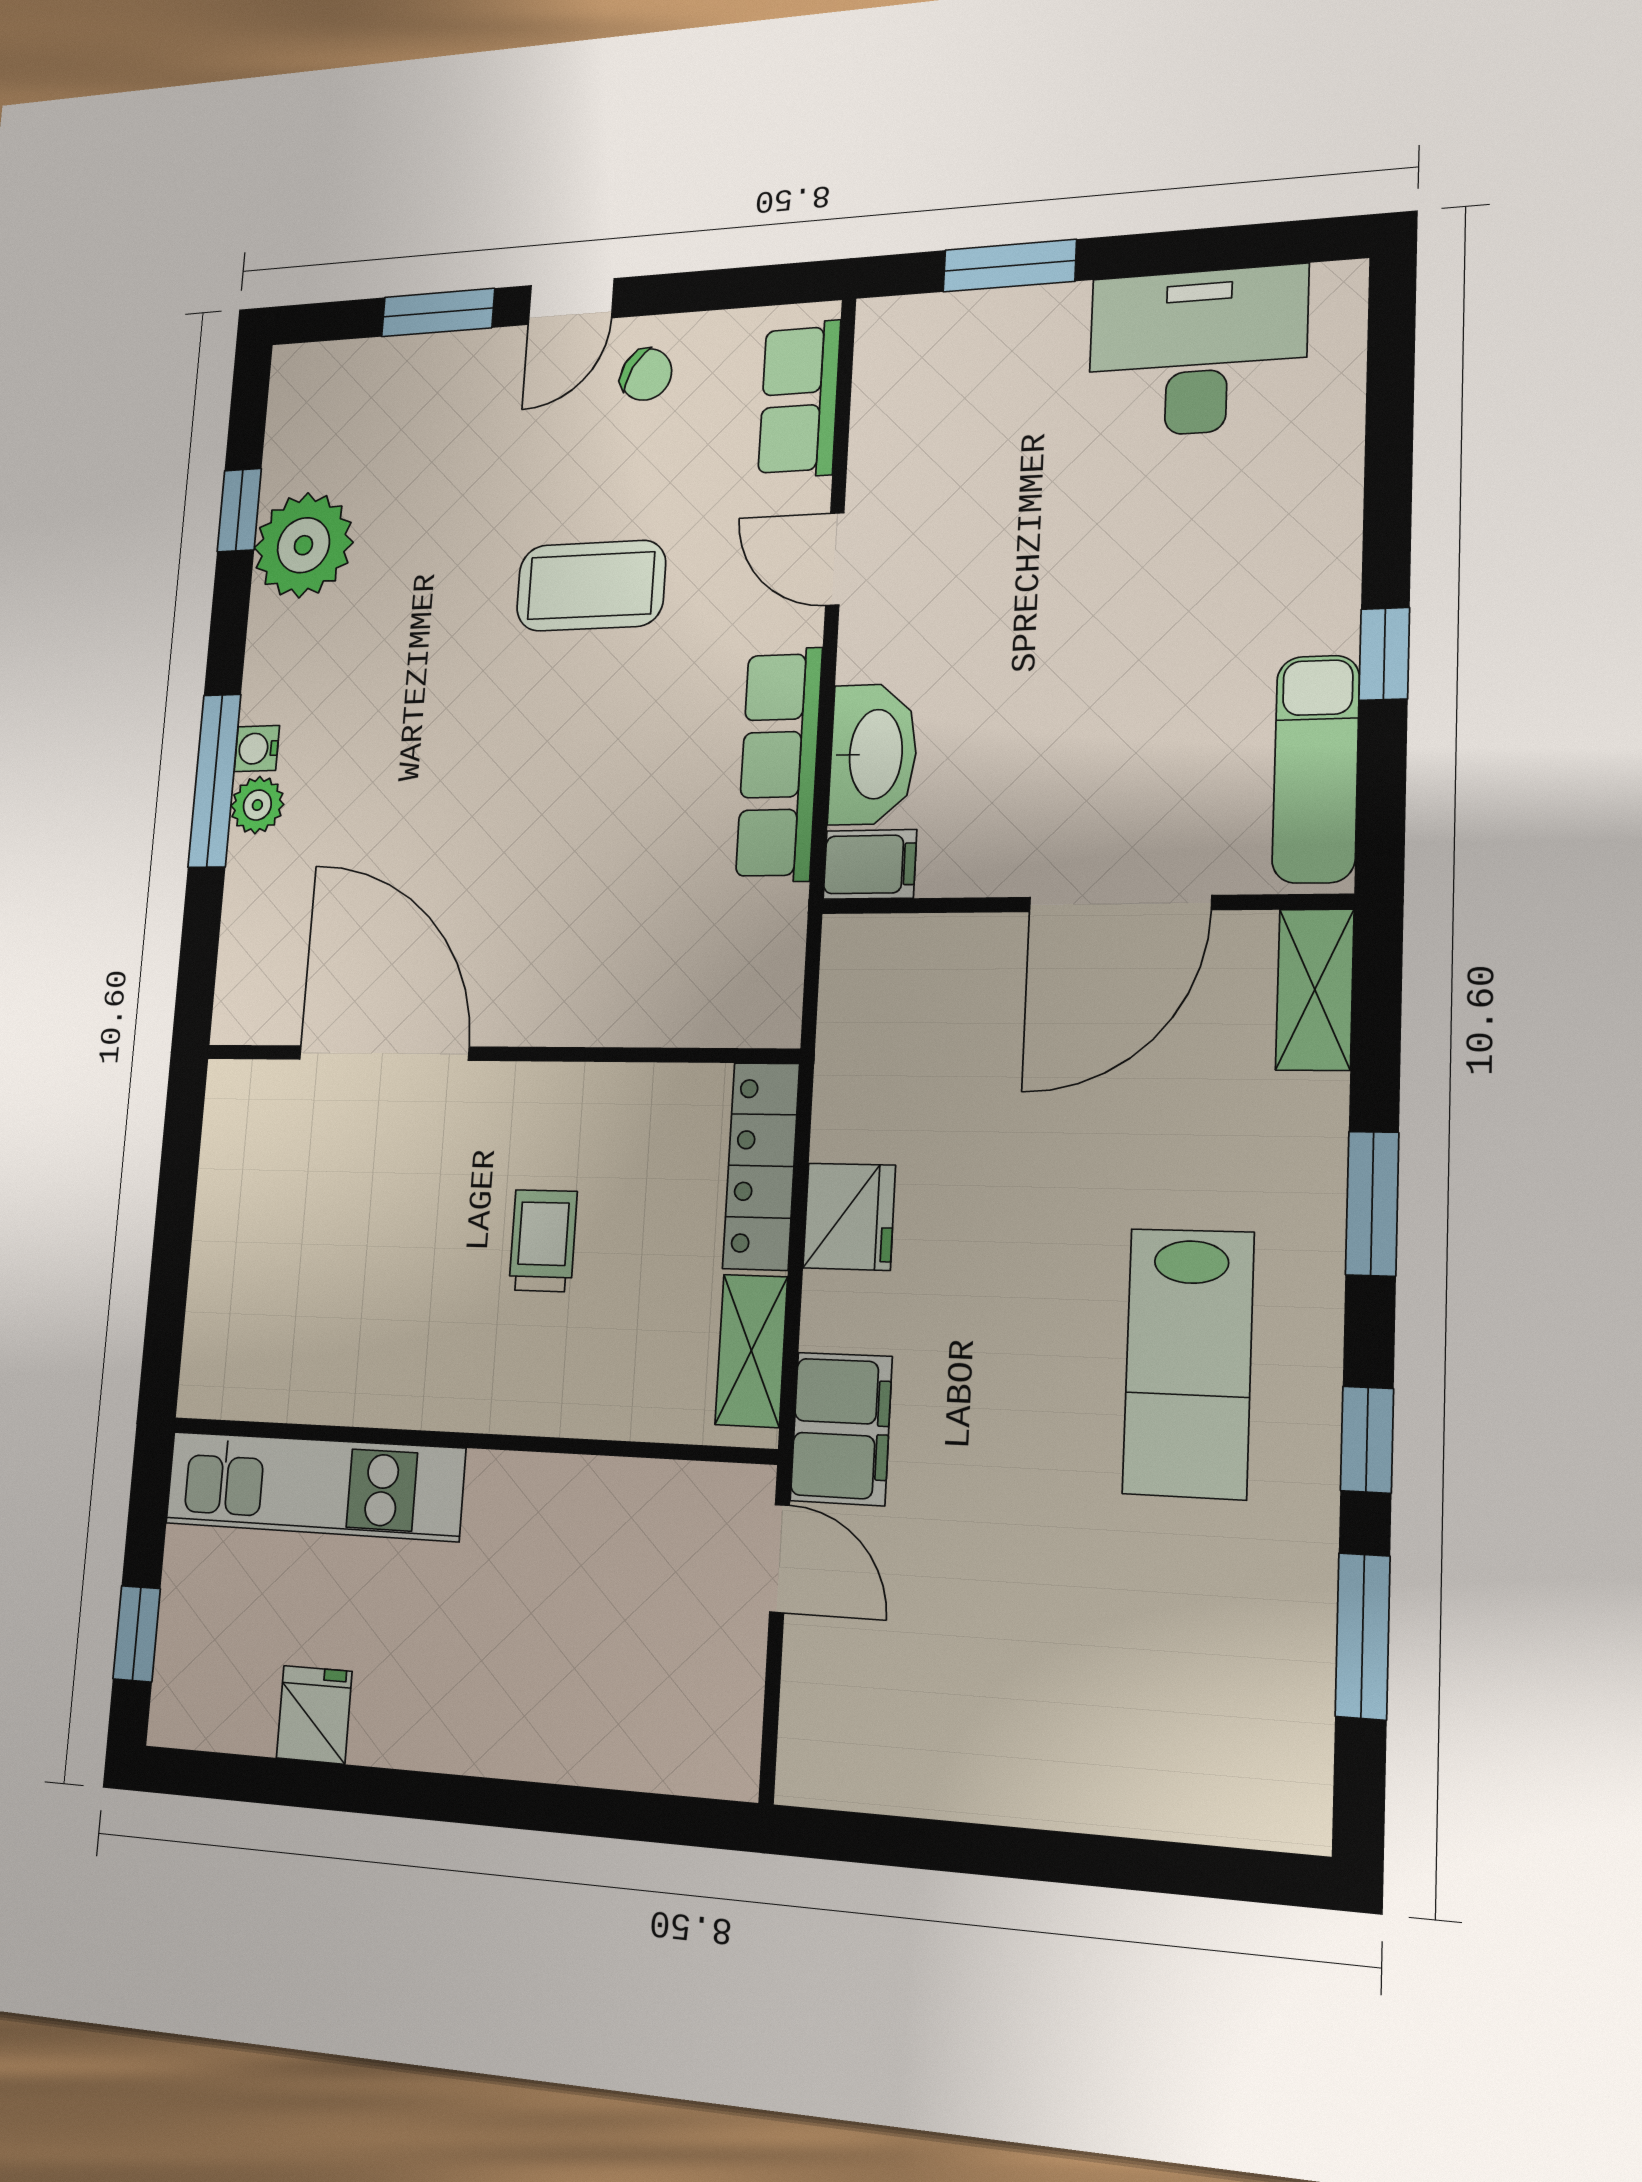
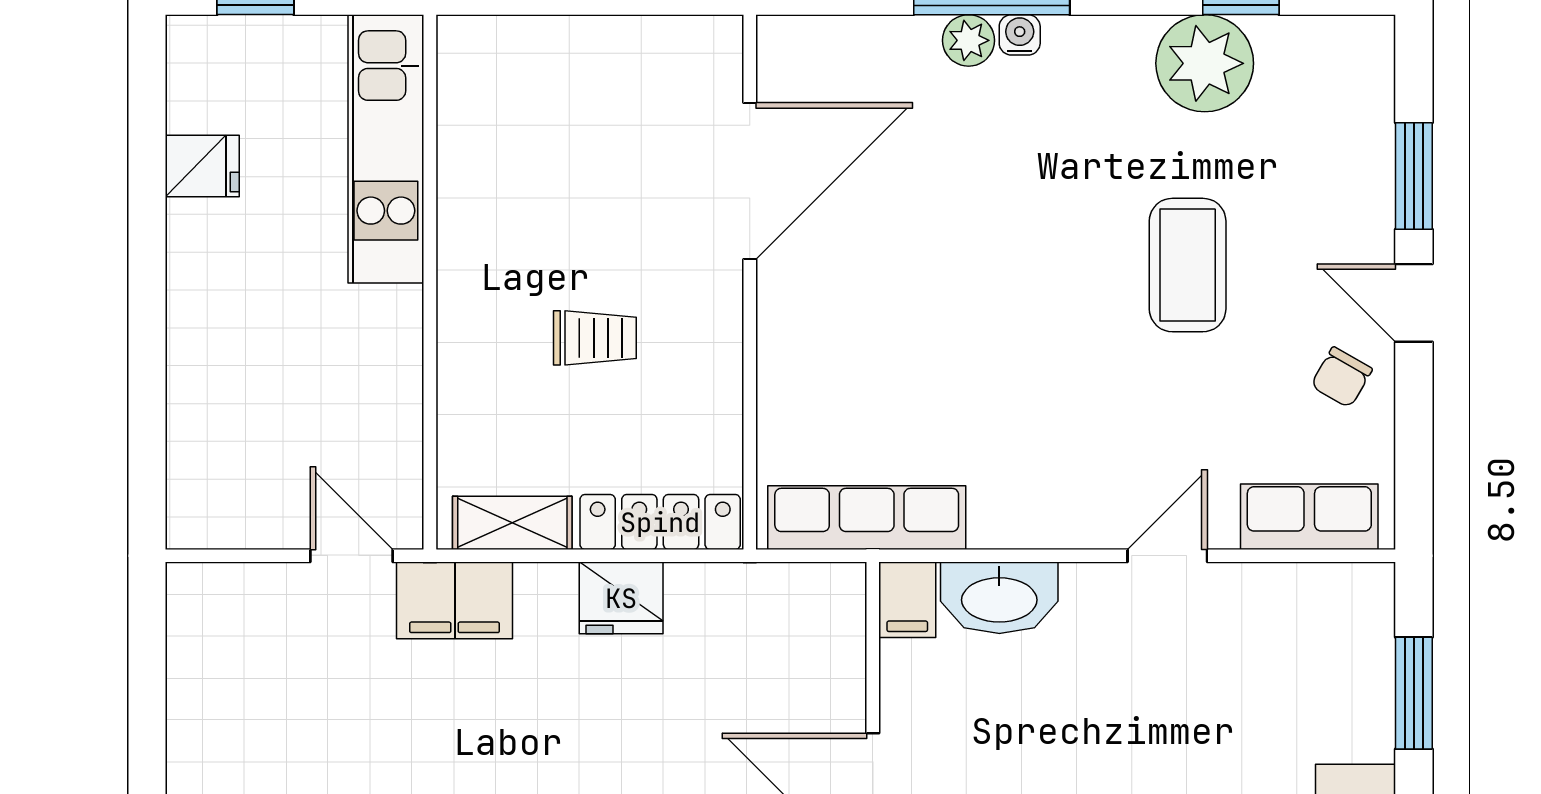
coffee table: (591, 586) -> (1188, 265), moved
row of seats: (779, 764) -> (867, 518), moved
door: (779, 1559) -> (352, 556), swing flipped

